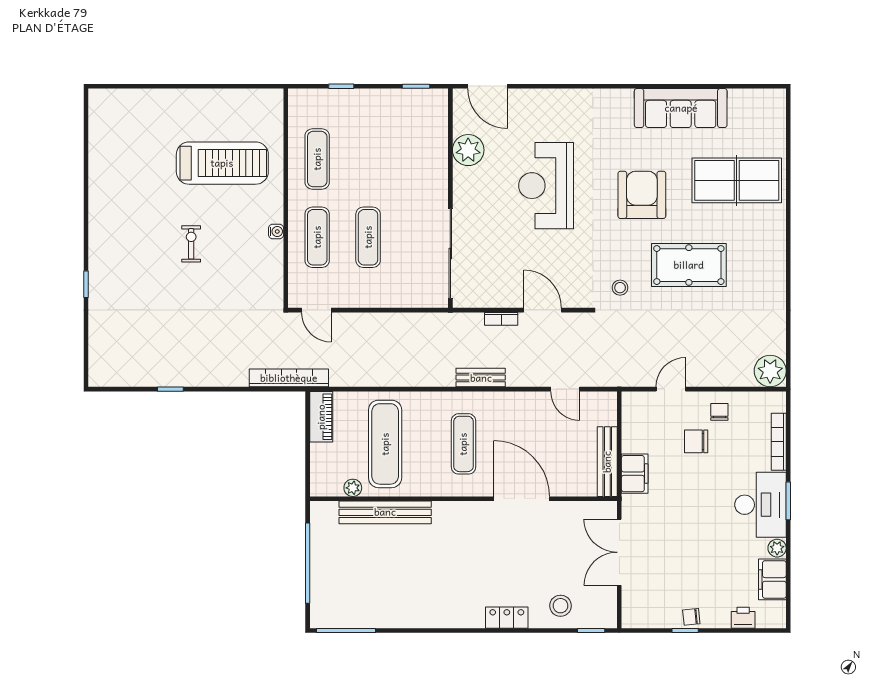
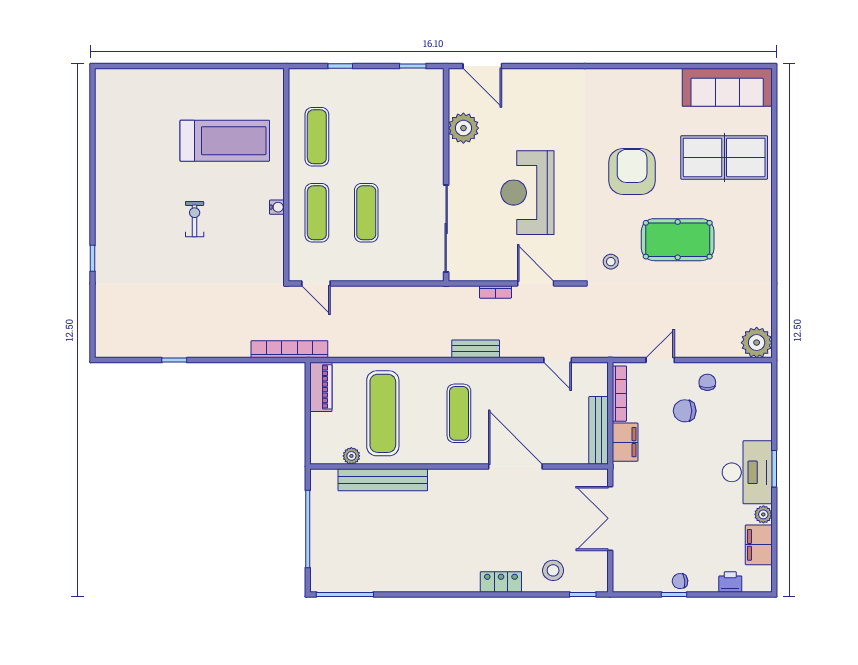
sofa: (681, 108) -> (727, 87), moved
reception desk: (546, 186) -> (527, 193), moved
bookcase: (779, 442) -> (619, 394), moved, turned 180

